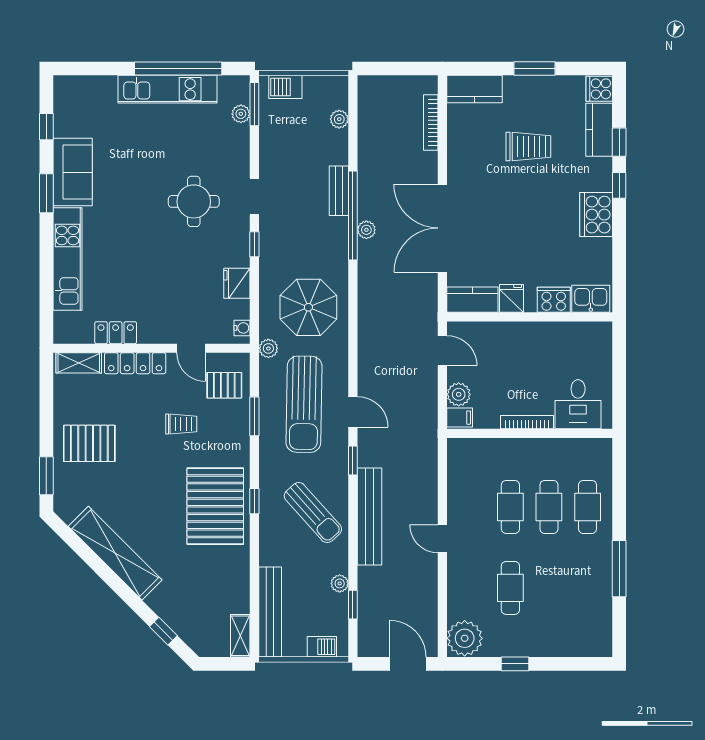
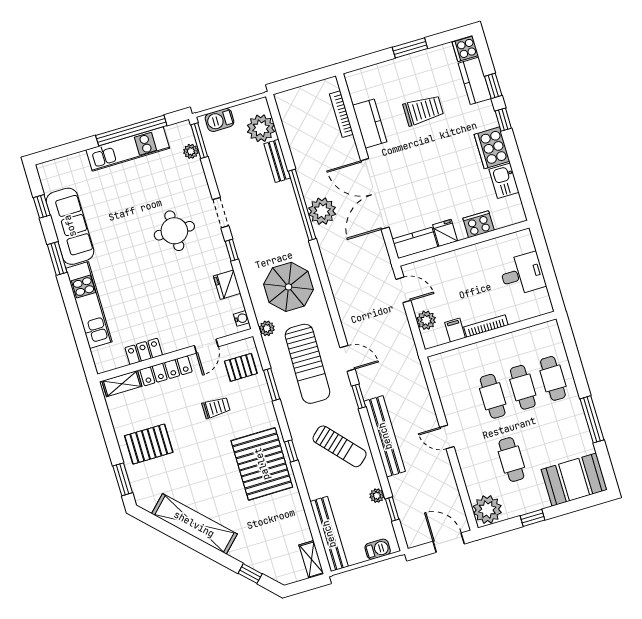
kitchen counter: (475, 89) -> (370, 124), moved, turned -90
plant: (339, 119) -> (261, 128), width x1.87, depth x1.87
sofa: (73, 172) -> (70, 226), width x1.36
bench: (339, 191) -> (277, 161), moved
plant: (366, 230) -> (322, 211), width x1.88, depth x1.88
kitchen sink: (591, 299) -> (504, 181), moved, turned -90
door: (191, 348) -> (206, 346), hinge flipped
desk: (578, 404) -> (522, 274), moved, turned -90
filing cabinet: (460, 418) -> (455, 330), moved, turned -90
booth: (577, 633) -> (574, 480), added

